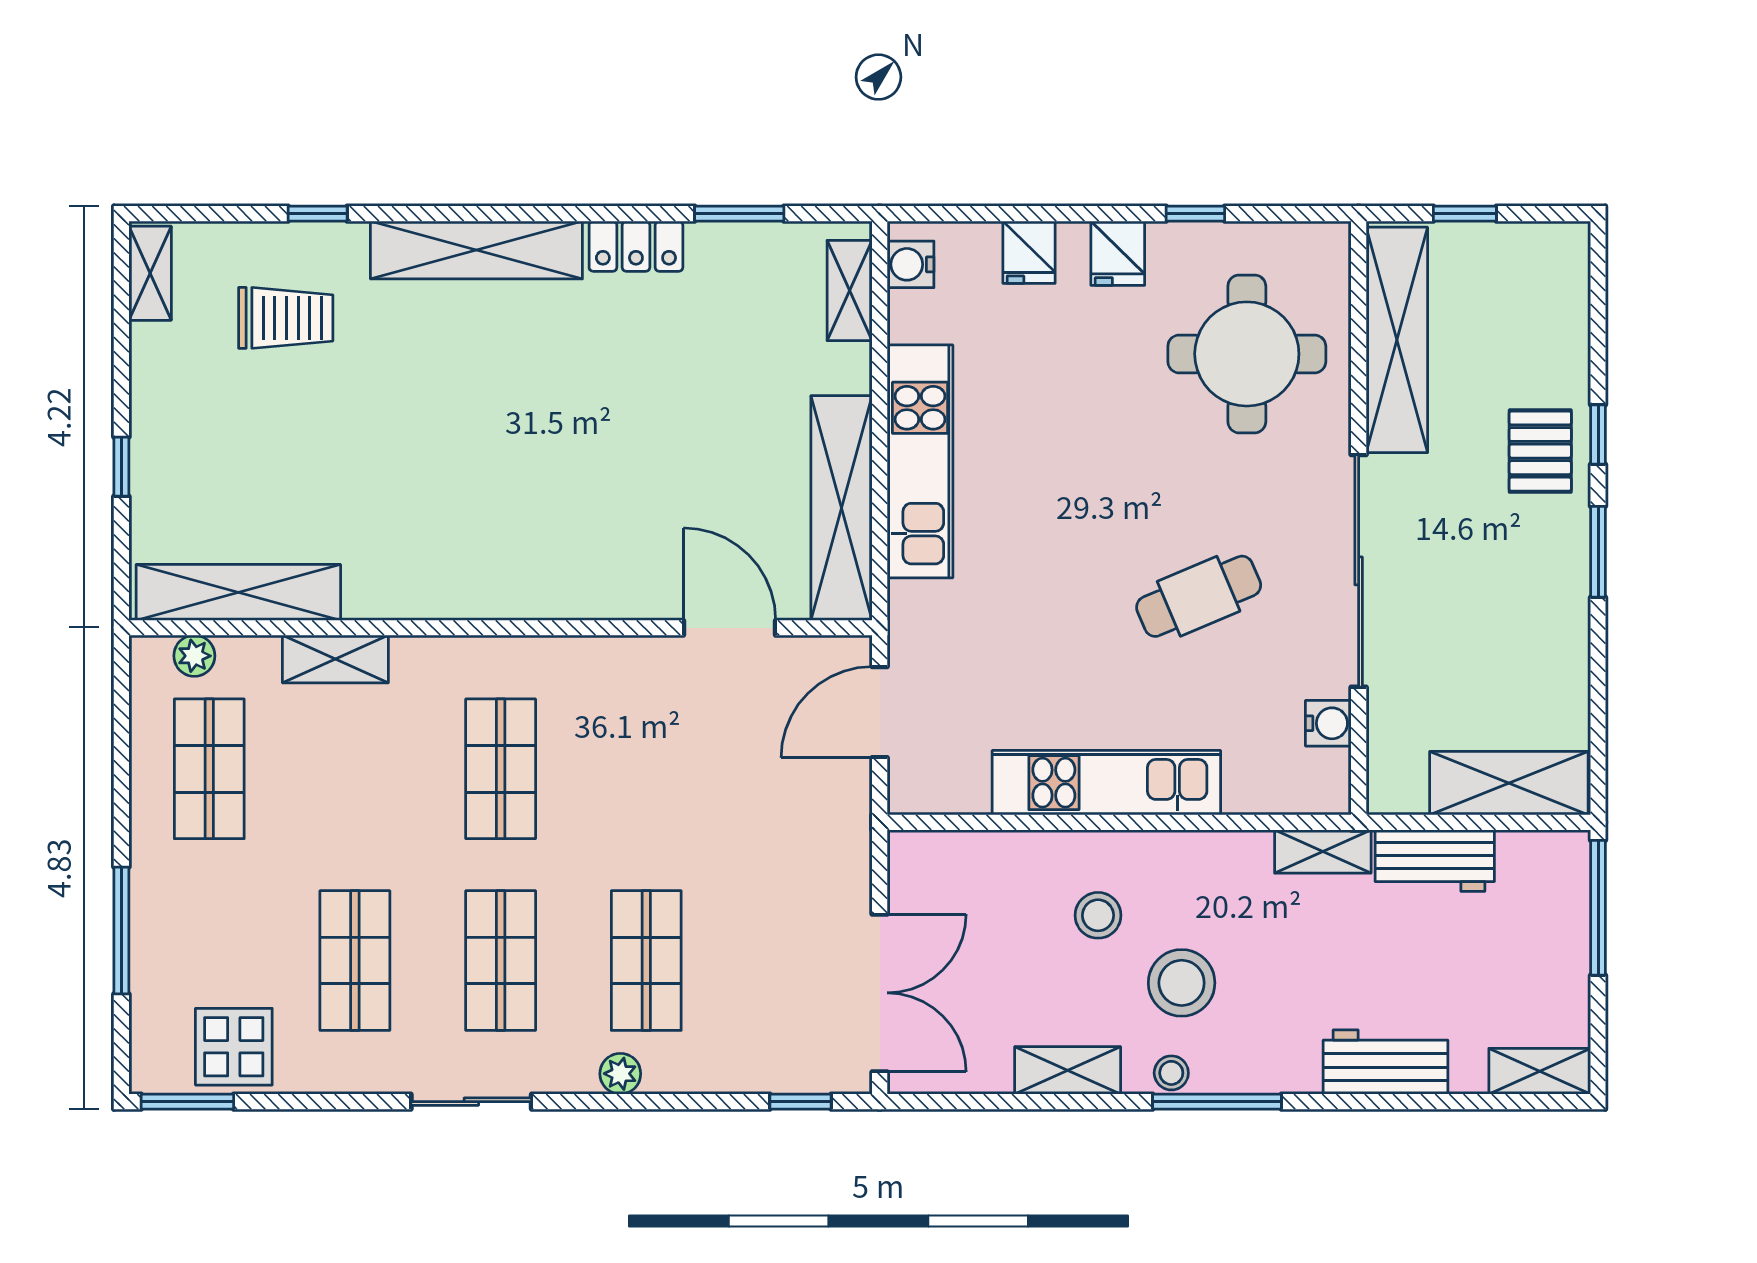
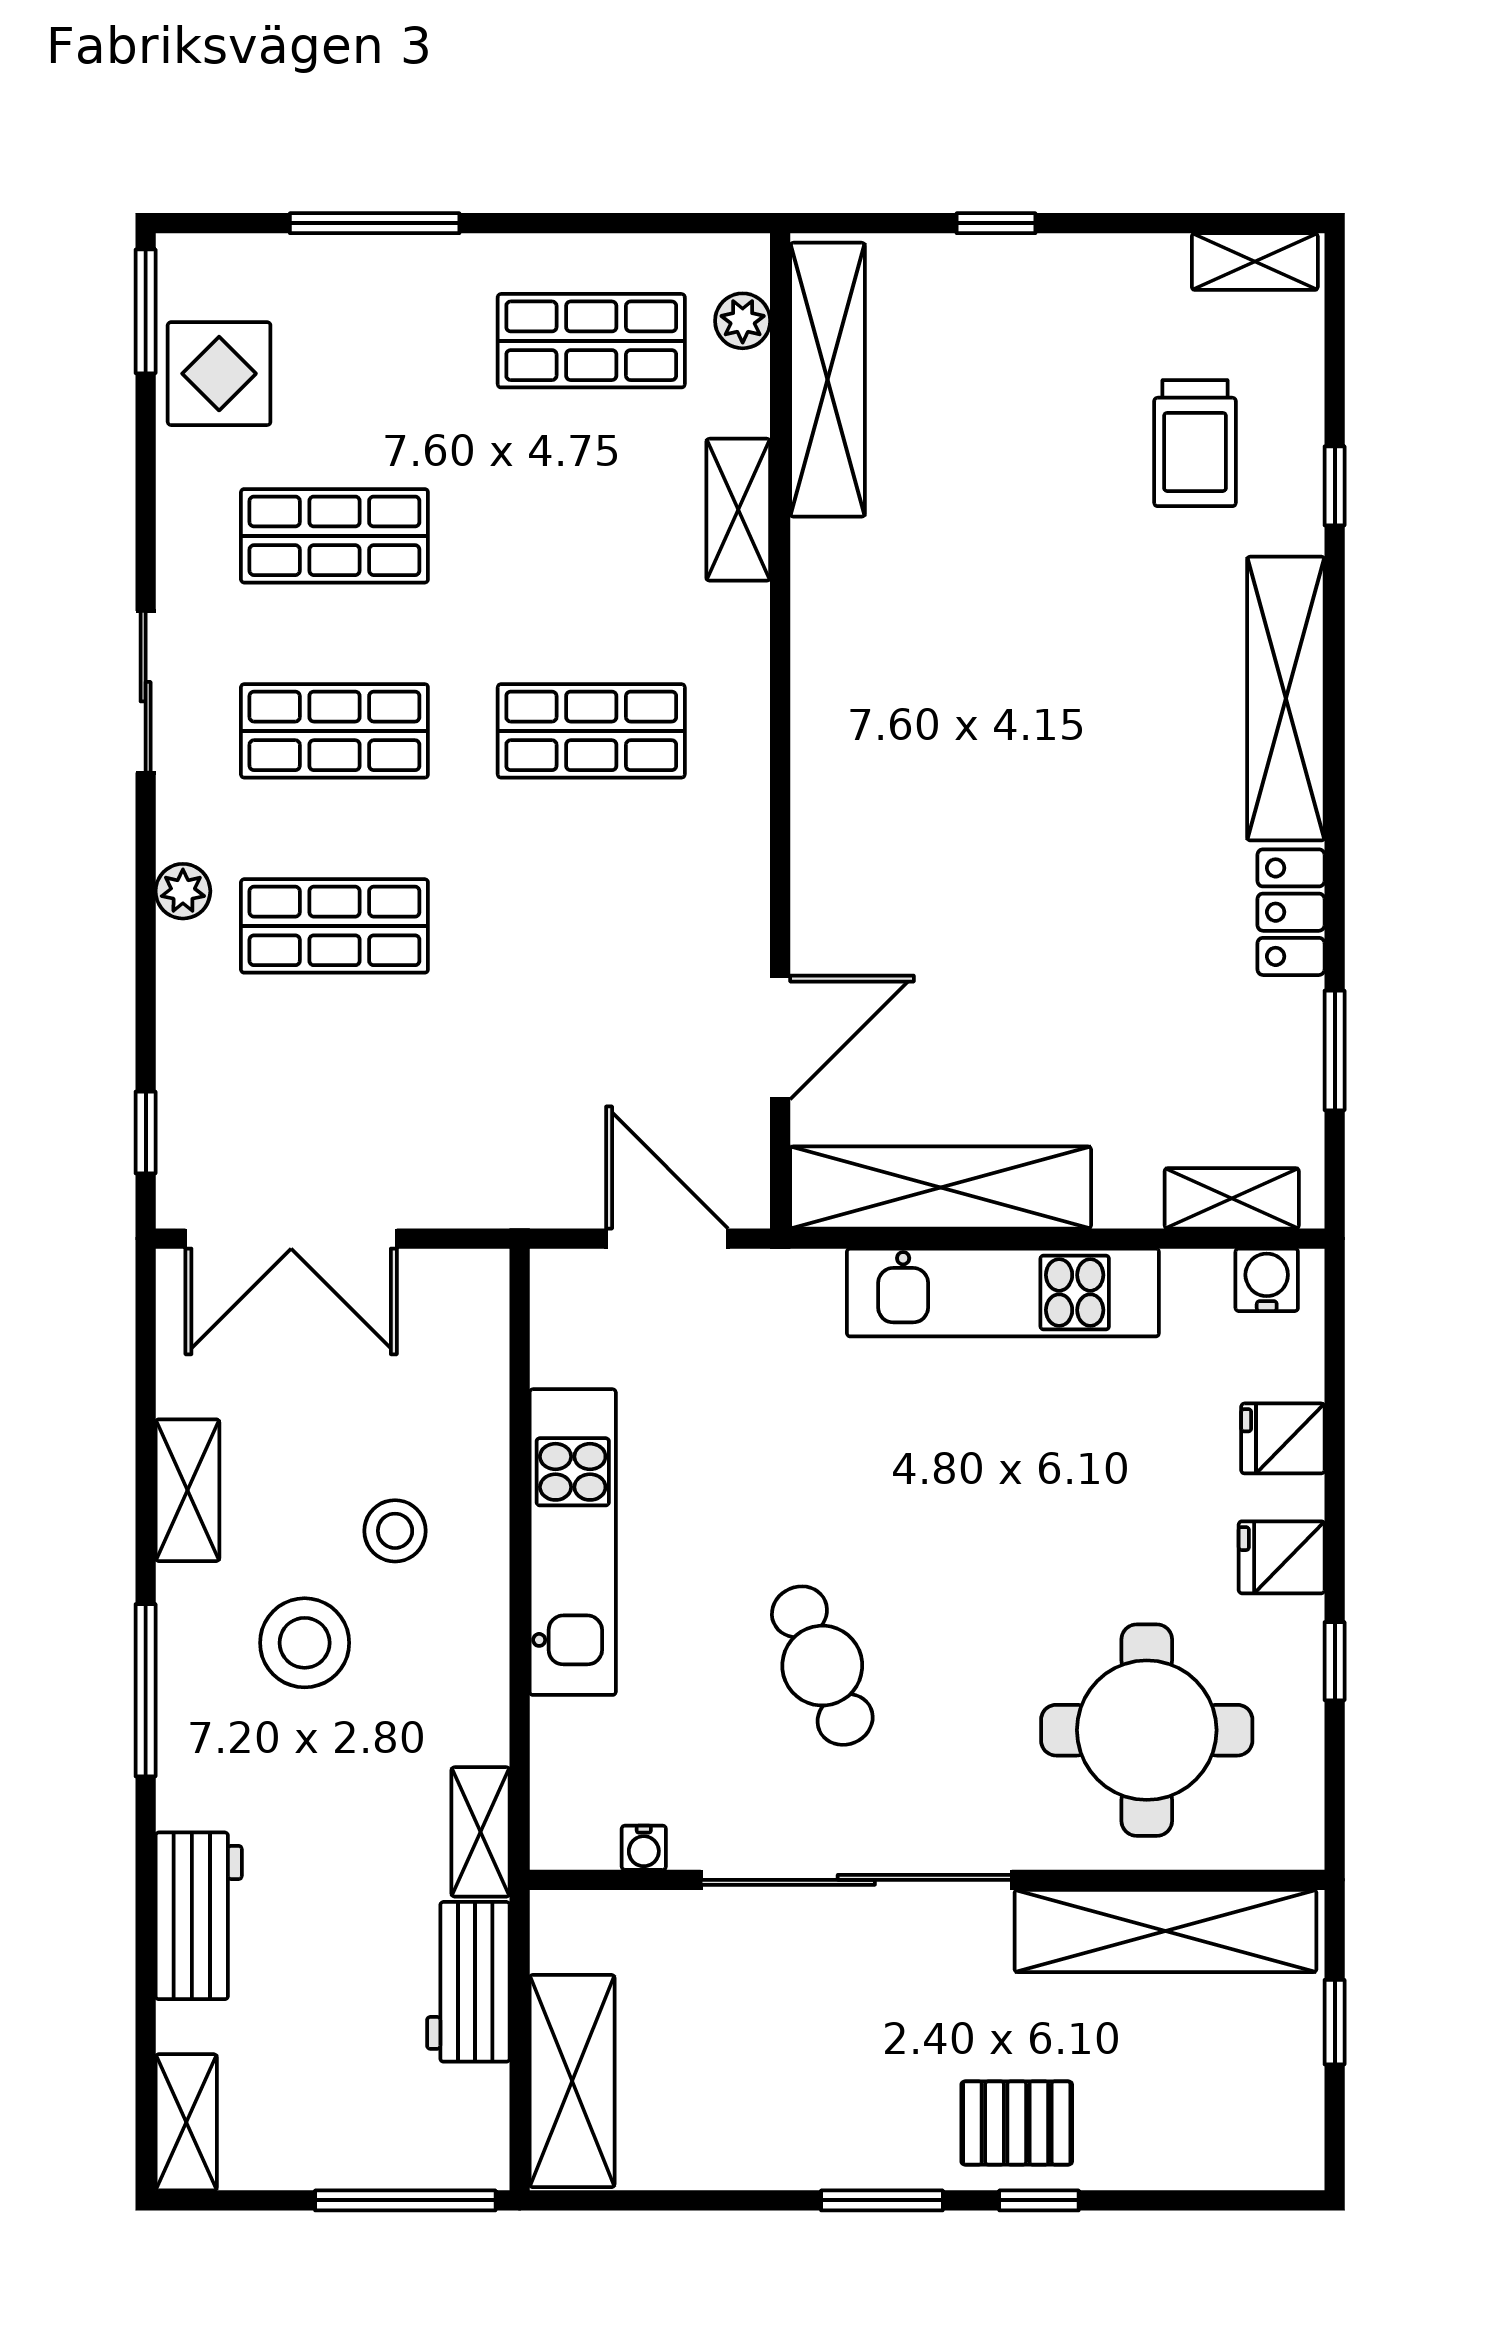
water cooler: (1328, 723) -> (644, 1848), width x0.72, depth x0.72
stool: (1171, 1073) -> (184, 1629), removed

